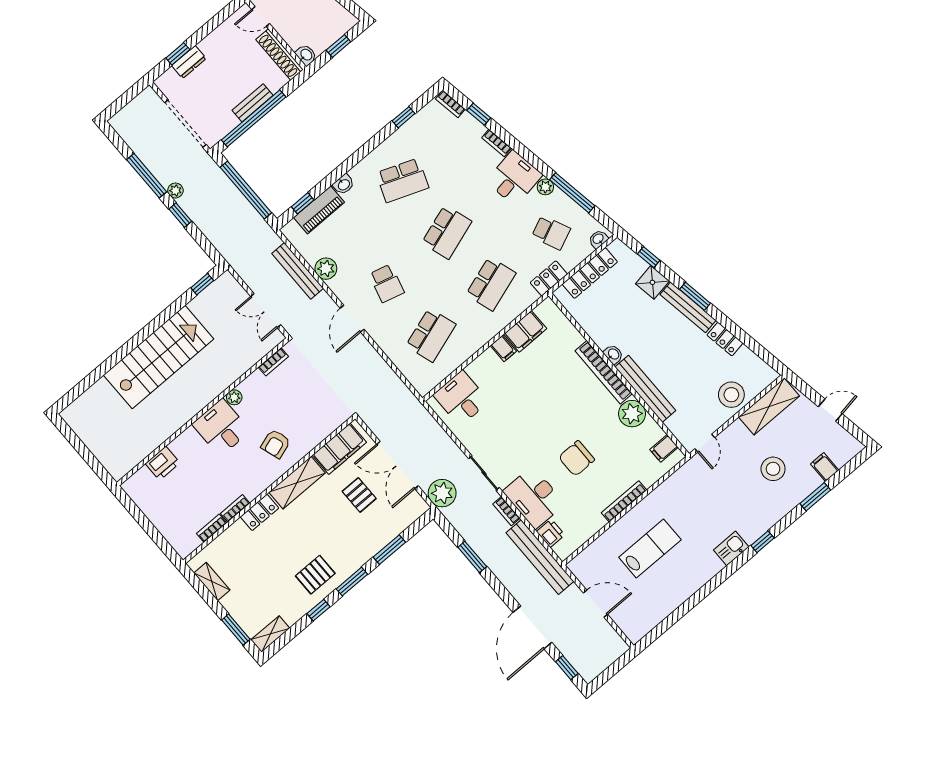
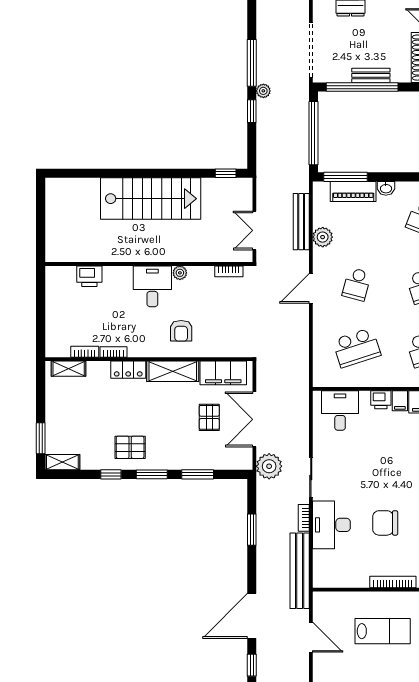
window: (303, 203) -> (346, 177), width x2.17
armchair: (276, 444) -> (181, 331), turned -72
printer: (551, 533) -> (381, 400), moved, turned 90
shelving: (212, 581) -> (69, 369), moved, turned 90

